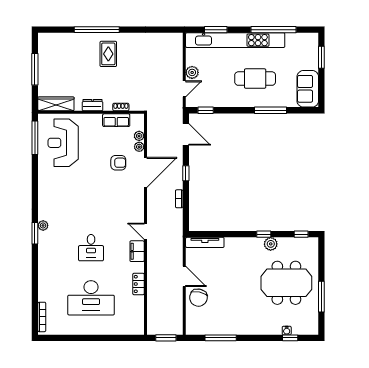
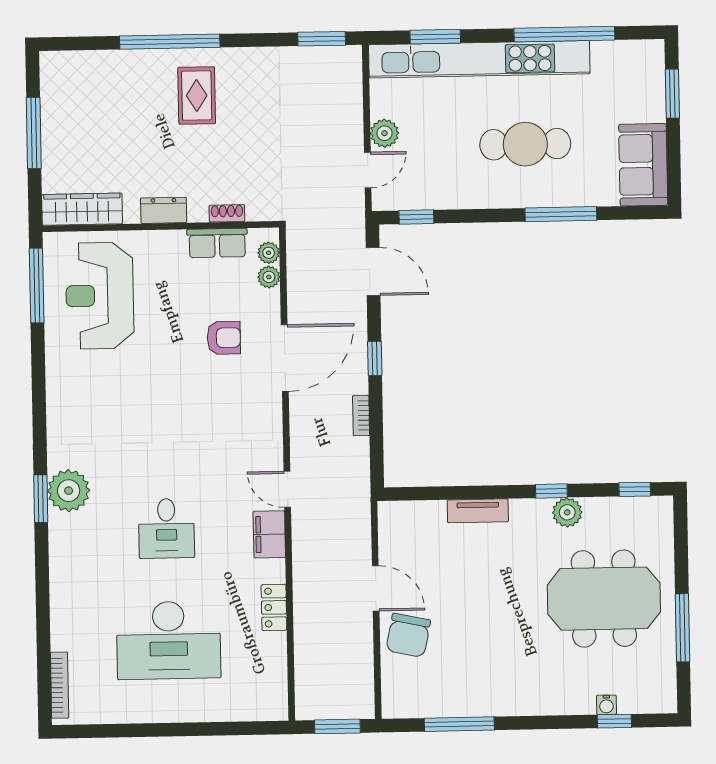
window: (165, 30) -> (322, 39), added
plant: (139, 147) -> (269, 253), moved
plant: (43, 225) -> (69, 491), width x1.87, depth x1.87
tv unit: (205, 242) -> (478, 511), moved, width x0.71

